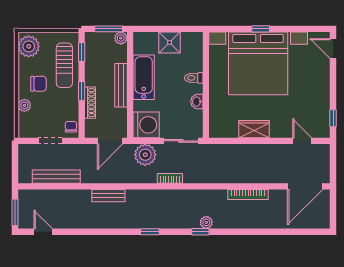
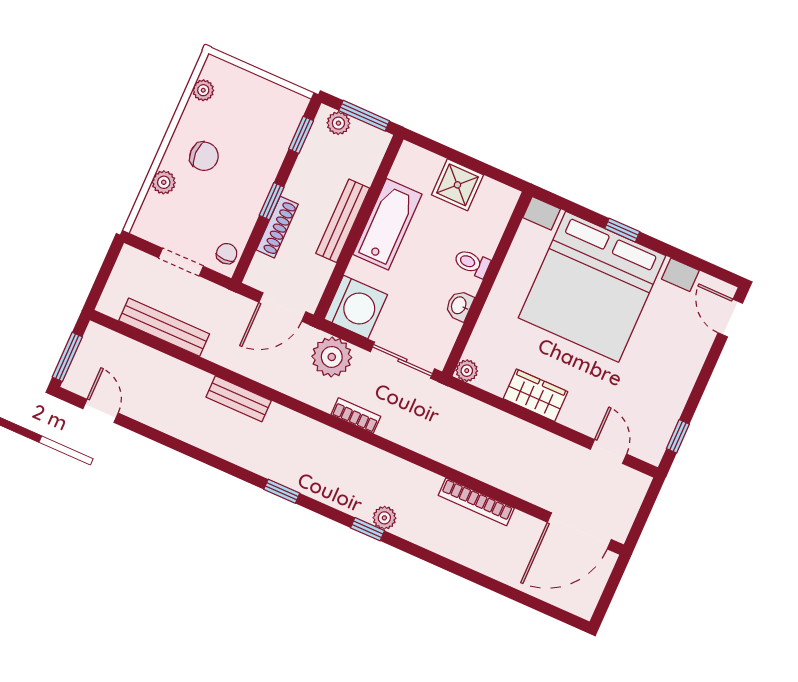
plant: (121, 38) -> (338, 123), moved
plant: (29, 46) -> (203, 90), width x0.53, depth x0.53
sun lounger: (64, 65) -> (262, 144), removed
plant: (215, 132) -> (467, 371), added

